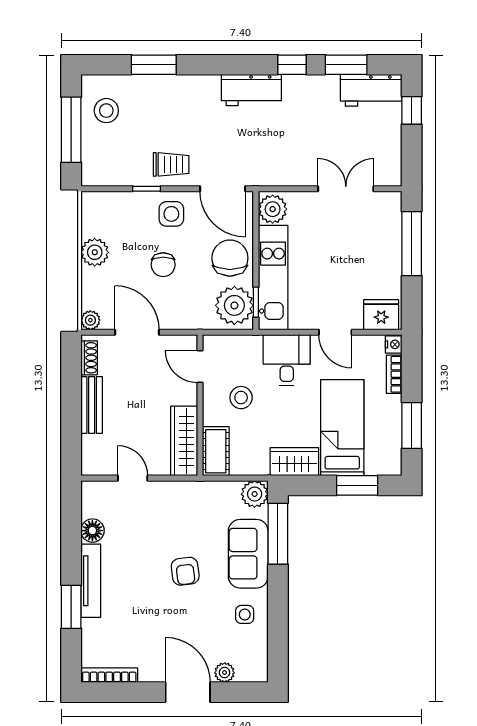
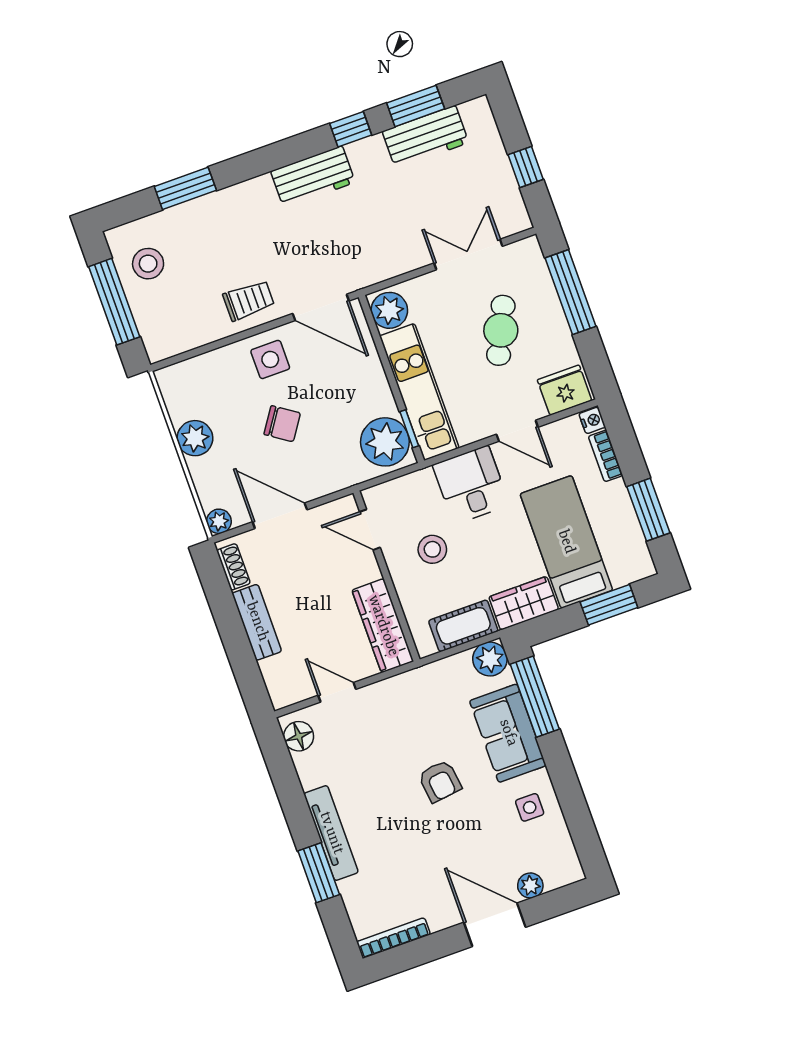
workbench: (371, 90) -> (425, 137), moved
window: (412, 110) -> (526, 167), moved
window: (146, 189) -> (230, 340), removed
cafe table: (350, 254) -> (501, 330), added
chair: (230, 258) -> (359, 387), removed
chair: (163, 265) -> (282, 424), turned -56
cot: (216, 451) -> (463, 626), moved, turned 90
floor lamp: (92, 531) -> (299, 736), moved

